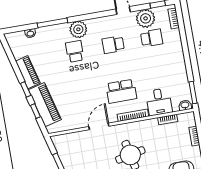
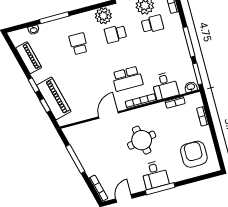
plant: (78, 29) -> (103, 16), moved
window: (187, 59) -> (189, 42), added
piano: (28, 72) -> (29, 58), moved

